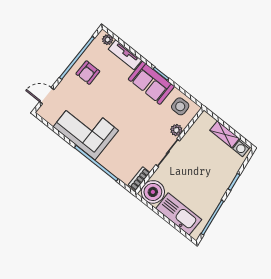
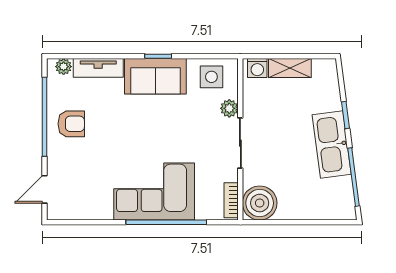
armchair: (88, 73) -> (71, 124), turned -90
corner sofa: (86, 129) -> (154, 192), moved
washing machine: (241, 148) -> (257, 68), moved
kitchen sink: (179, 214) -> (332, 144), moved, turned -97

